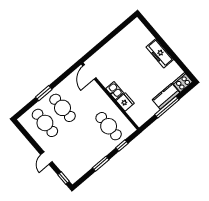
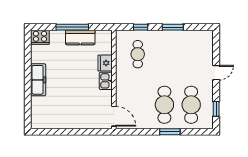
door: (89, 72) -> (114, 116), hinge flipped
kitchen counter: (166, 96) -> (80, 37), moved
cafe table: (109, 126) -> (138, 54), width x0.73, depth x0.74
window: (63, 178) -> (216, 109), moved

